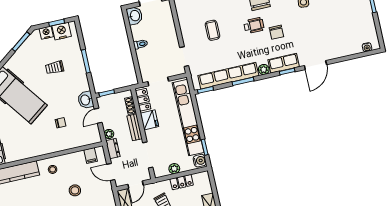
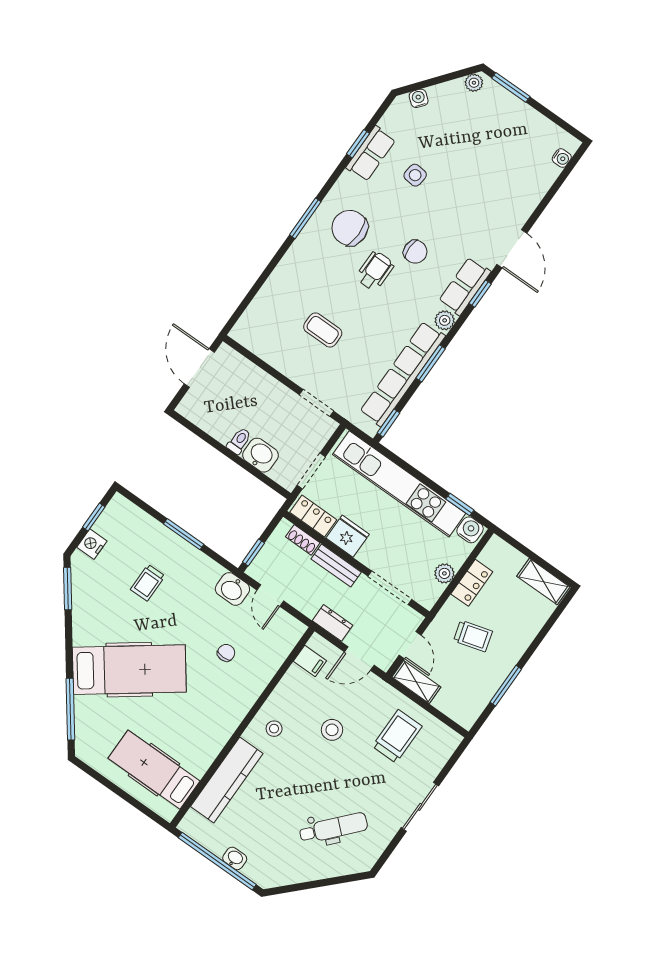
washbasin: (135, 16) -> (261, 455), moved
nightstand: (62, 31) -> (111, 523), removed
plant: (109, 134) -> (308, 607), removed

